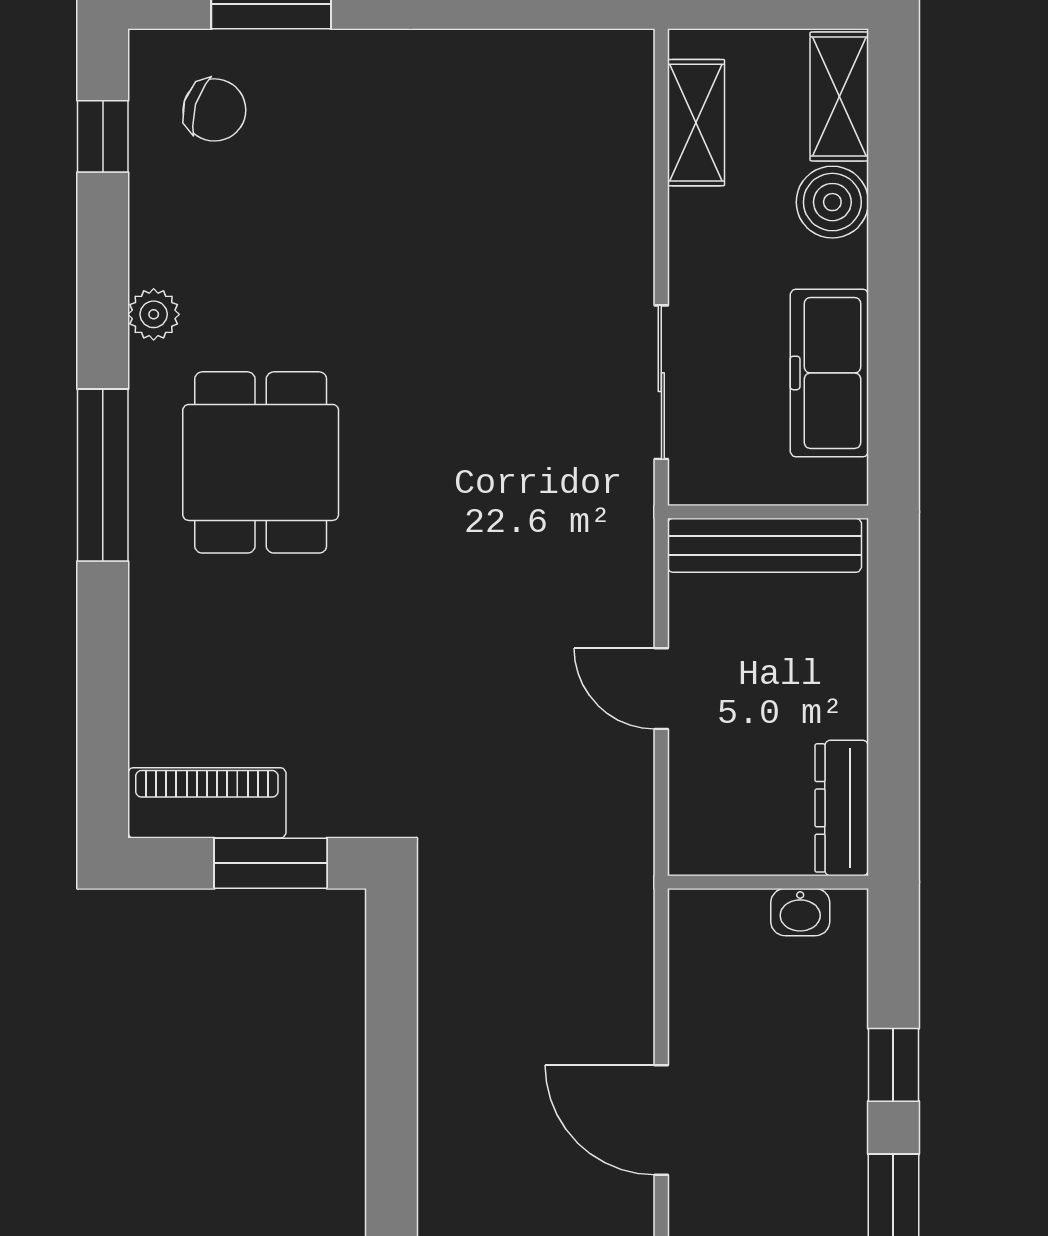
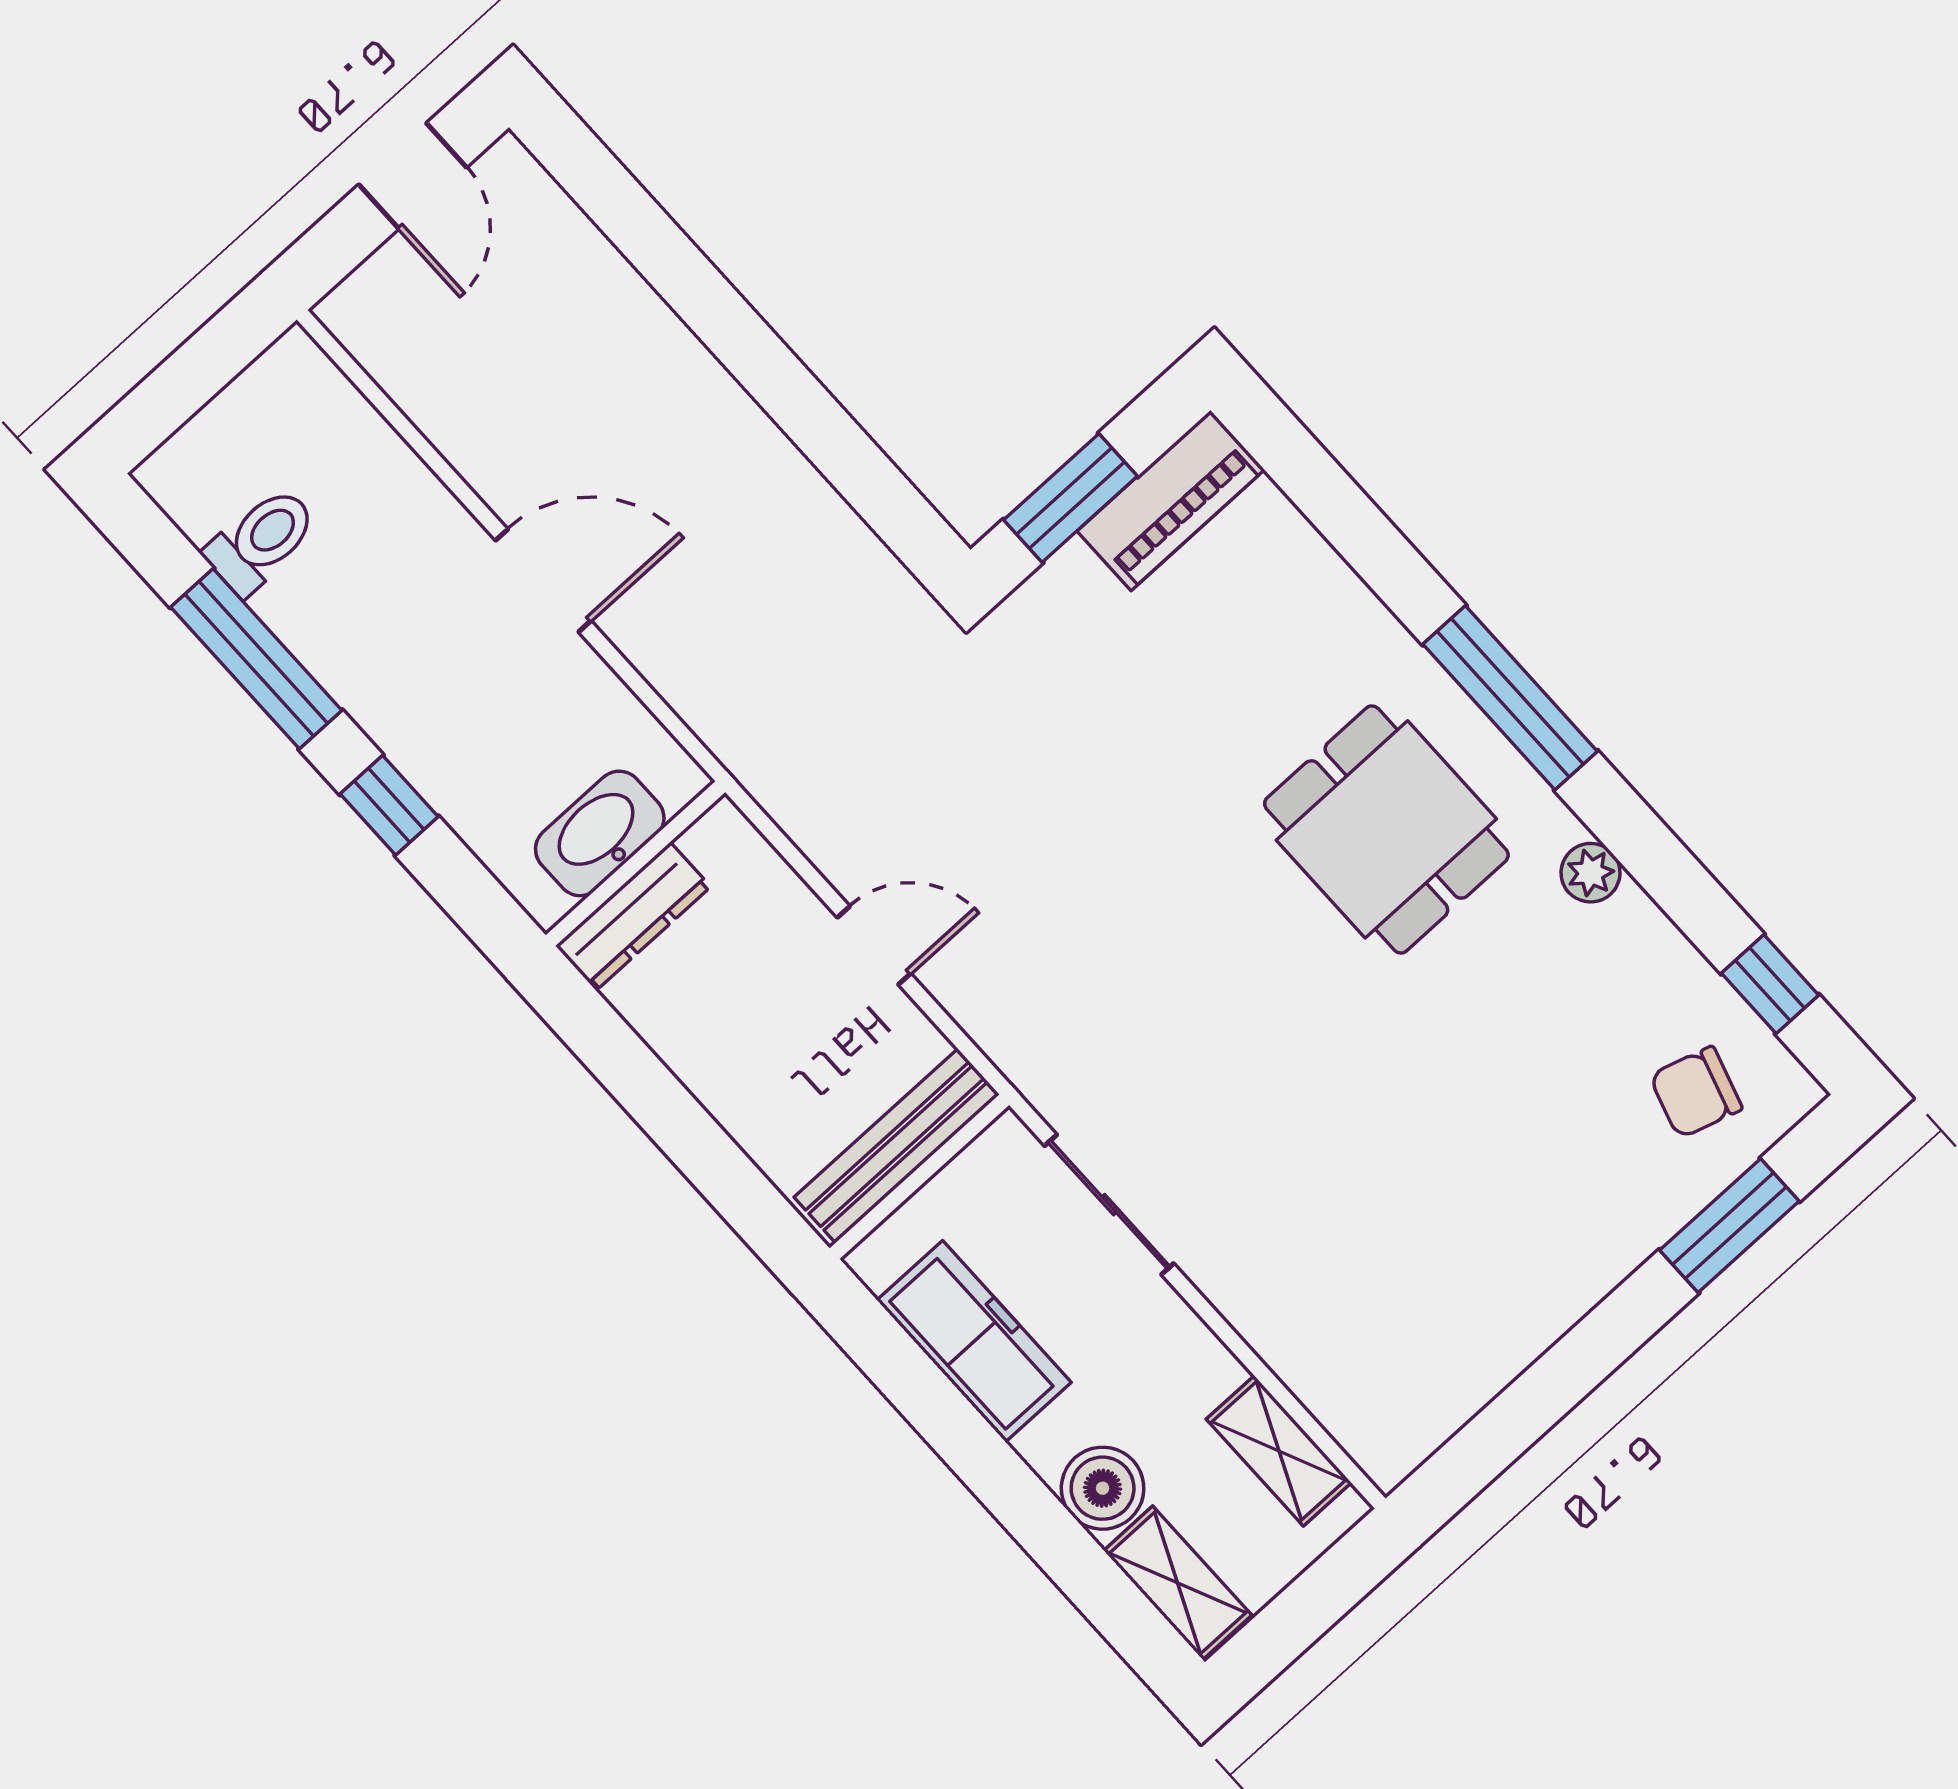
dresser: (842, 808) -> (633, 916), moved, turned 90
washbasin: (800, 912) -> (600, 833), width x1.91, depth x1.45

